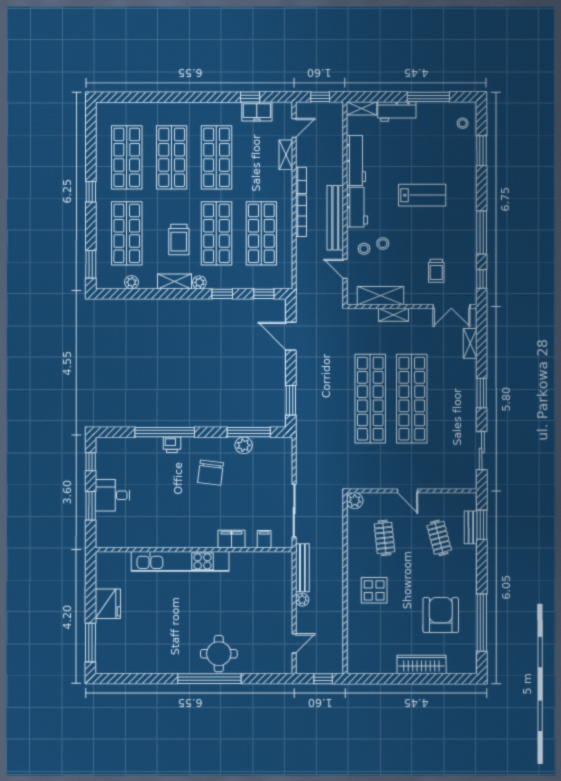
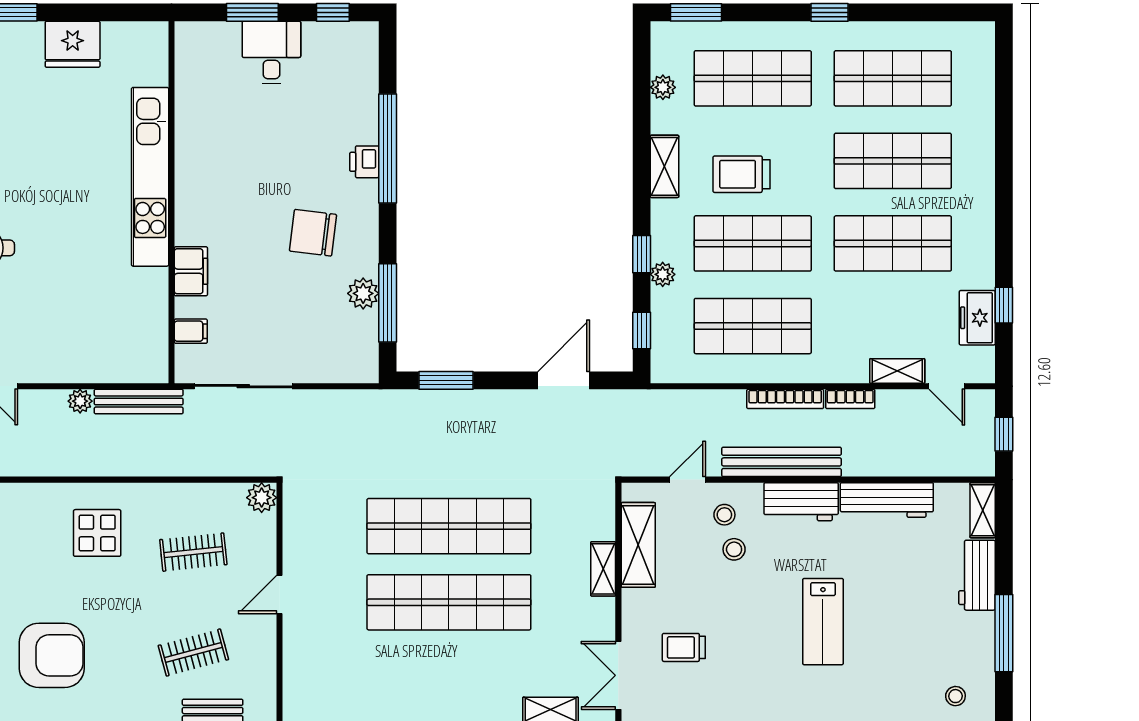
plant: (199, 282) -> (663, 274), moved

